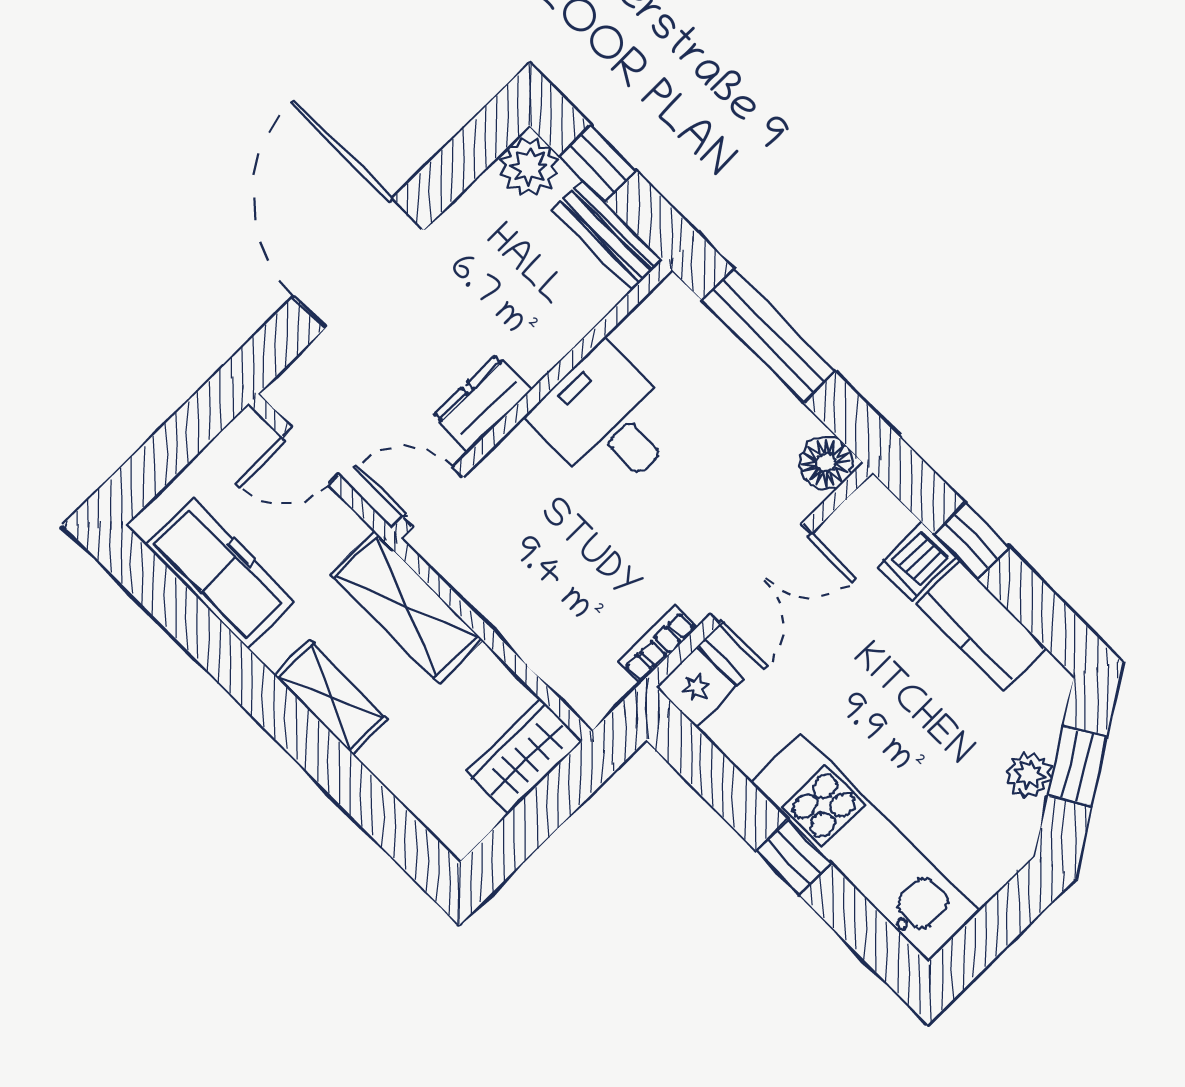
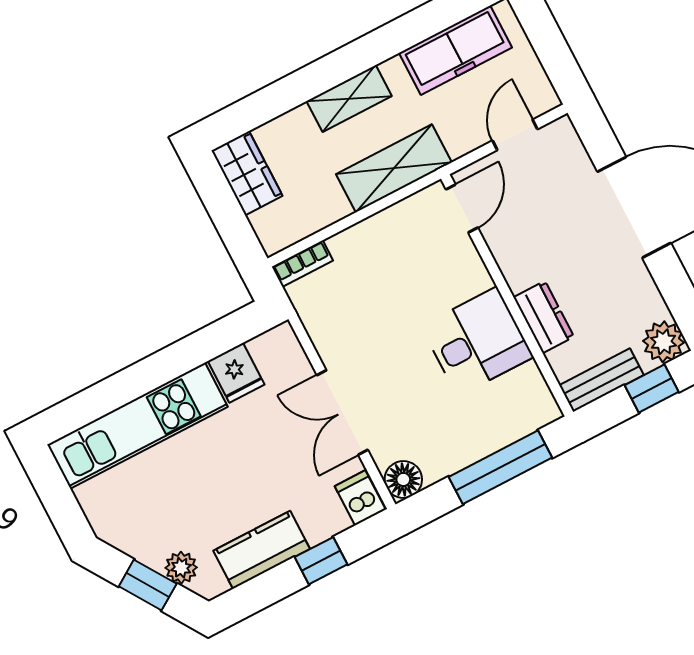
dresser: (482, 403) -> (544, 317), moved
dishwasher: (917, 562) -> (360, 498), moved
bookcase: (657, 644) -> (302, 264), moved, turned 90
fridge: (700, 683) -> (236, 373), moved
wardrobe: (524, 756) -> (247, 173), moved
plant: (1029, 775) -> (181, 568), moved
window: (793, 857) -> (146, 376), removed

